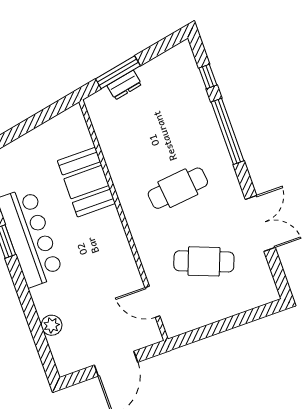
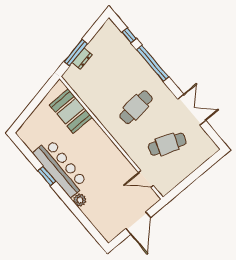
booth: (86, 182) -> (71, 111), moved
plant: (52, 325) -> (80, 200), moved

